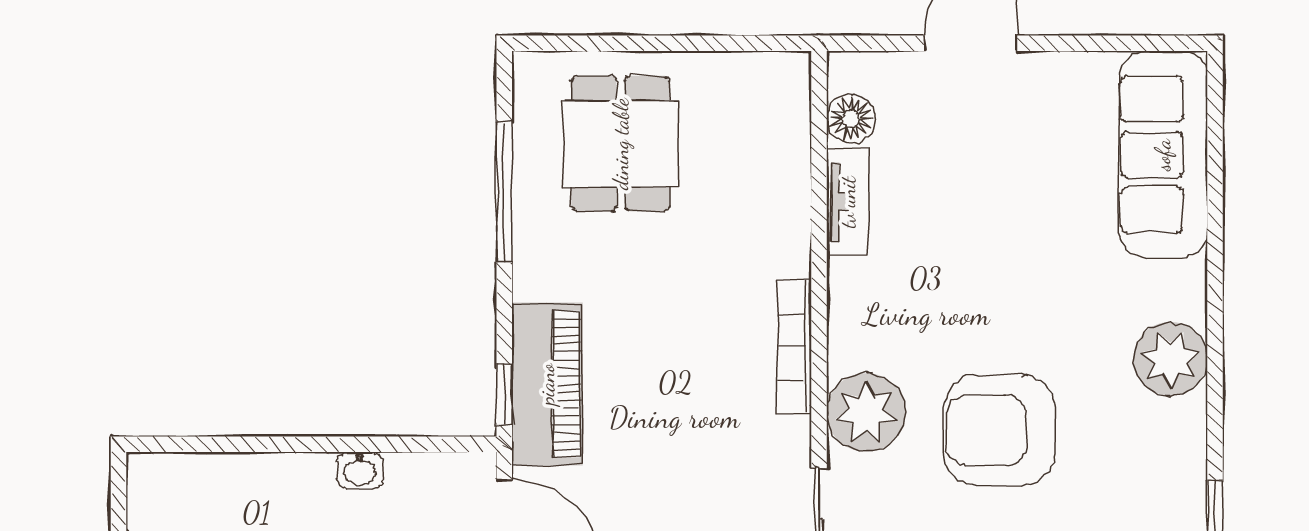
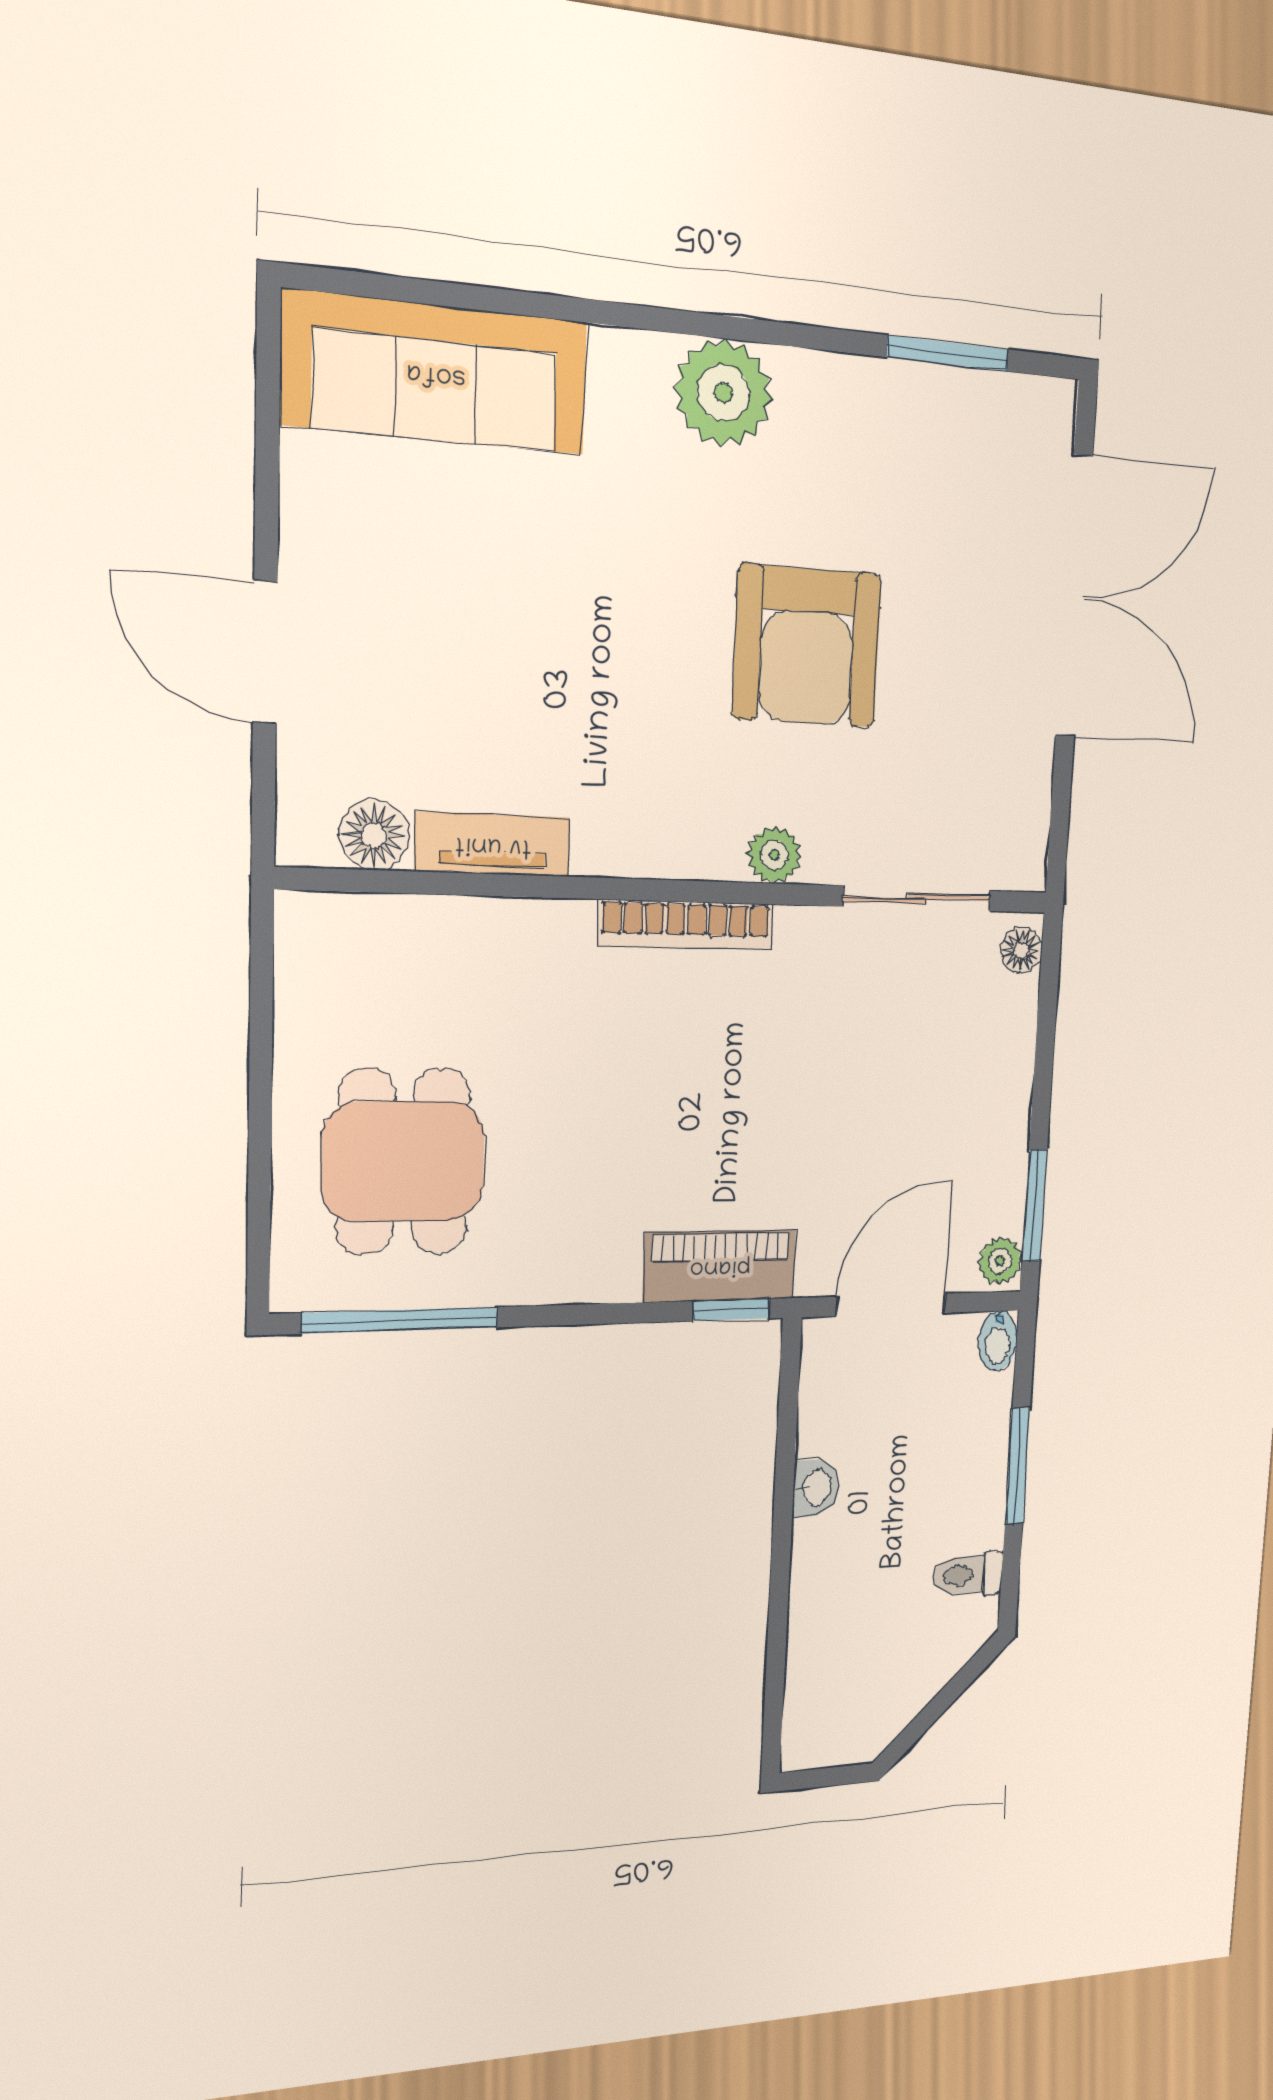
dining table: (621, 144) -> (403, 1162), turned 90
window: (504, 192) -> (401, 1320), moved
piano: (547, 384) -> (720, 1266), width x0.73, depth x0.75
plant: (866, 412) -> (774, 855), width x0.53, depth x0.53

